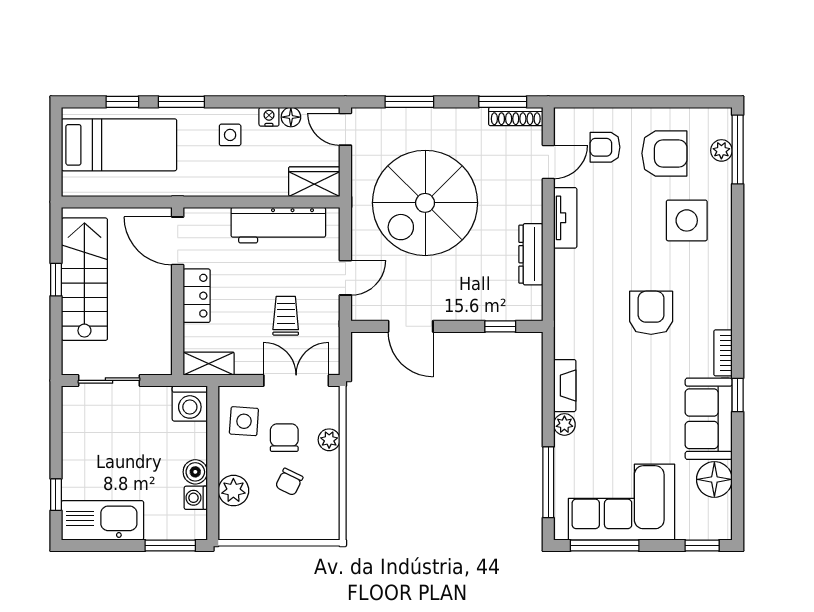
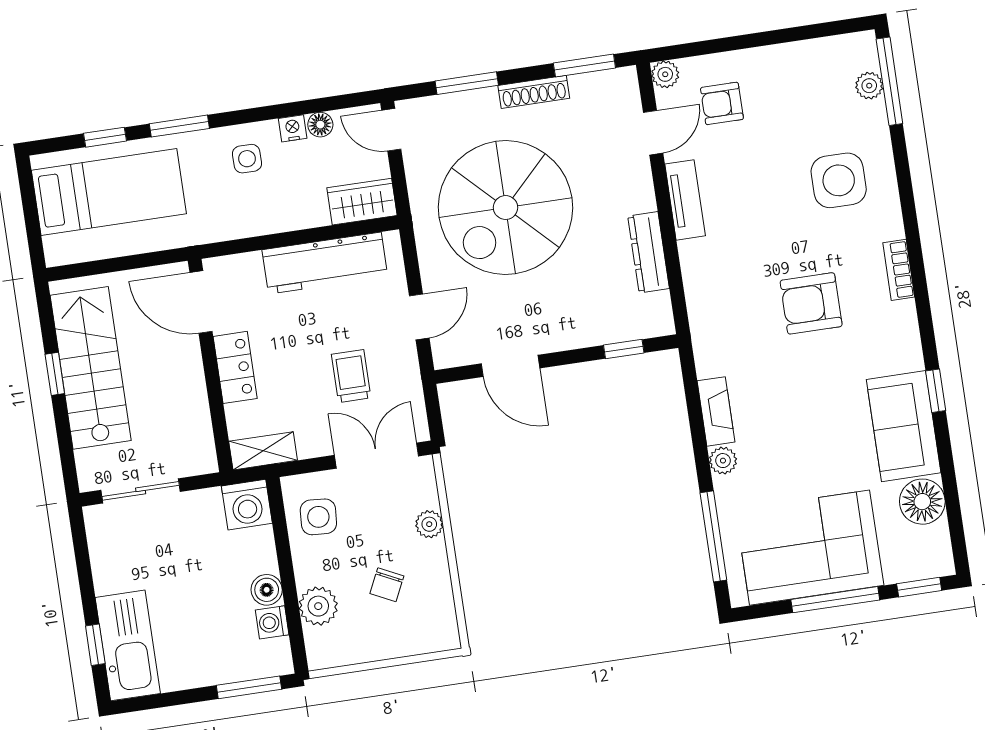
shoe rack: (516, 116) -> (534, 92), moved
plant: (564, 118) -> (665, 74), added
armchair: (664, 153) -> (798, 100), removed
armchair: (651, 313) -> (811, 303), turned -90
bookcase: (723, 353) -> (899, 270), moved
chair: (284, 438) -> (372, 530), removed
kitchen sink: (102, 520) -> (128, 645), moved, turned 90
window: (605, 545) -> (835, 600), moved

